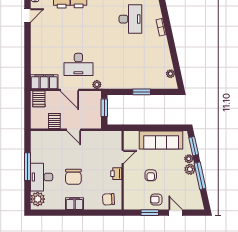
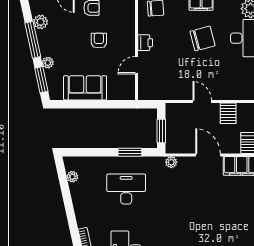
desk: (78, 64) -> (126, 189), moved
window: (142, 92) -> (130, 152), moved
sofa: (161, 140) -> (85, 88), width x0.73
plant: (190, 169) -> (41, 22), moved
chair: (73, 177) -> (203, 39), turned 75

